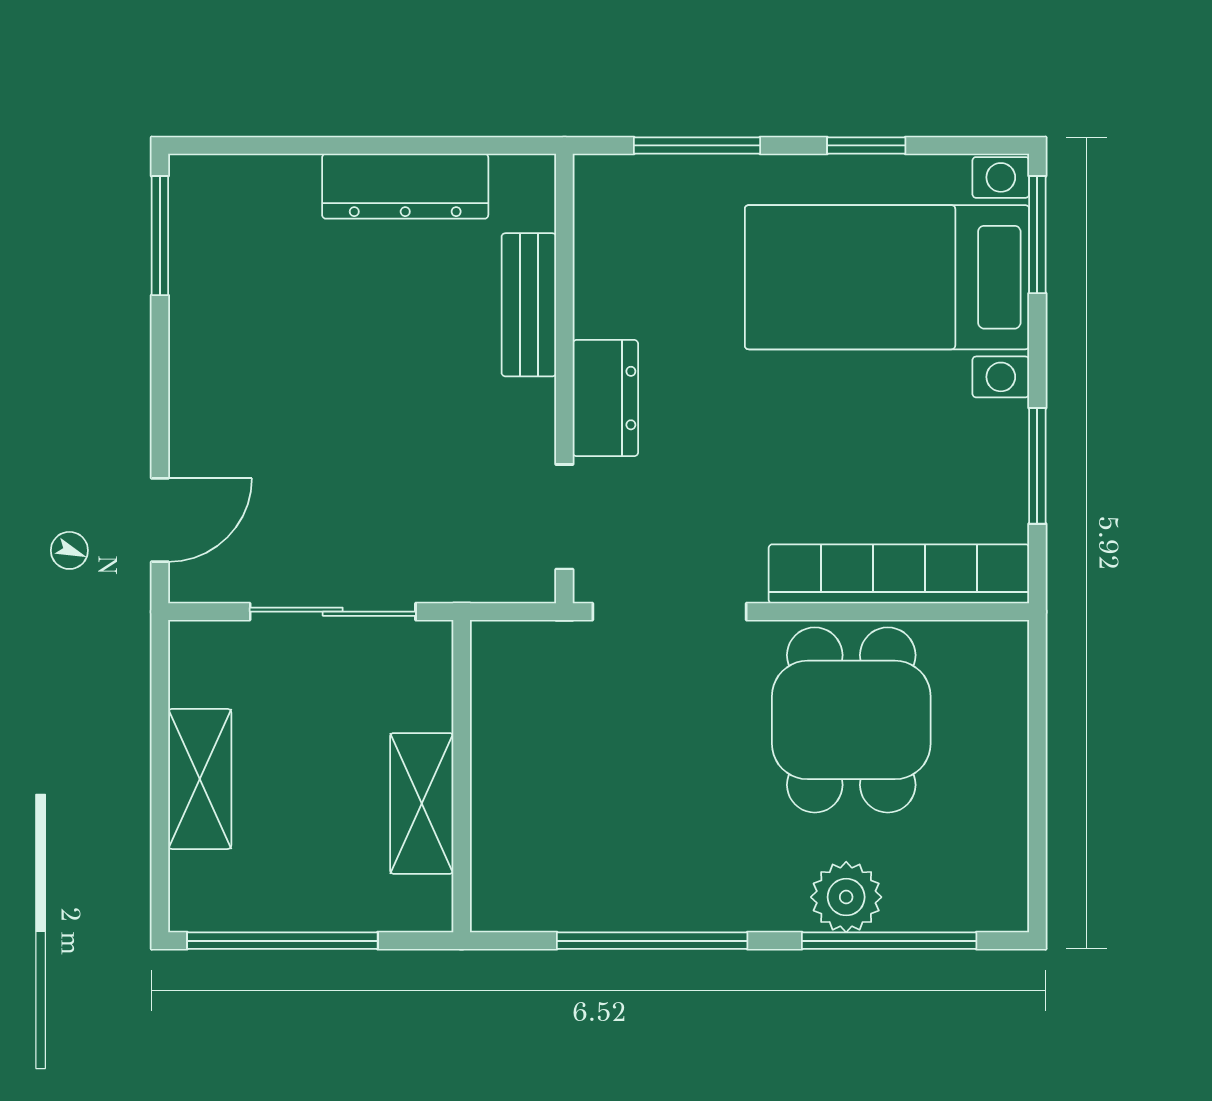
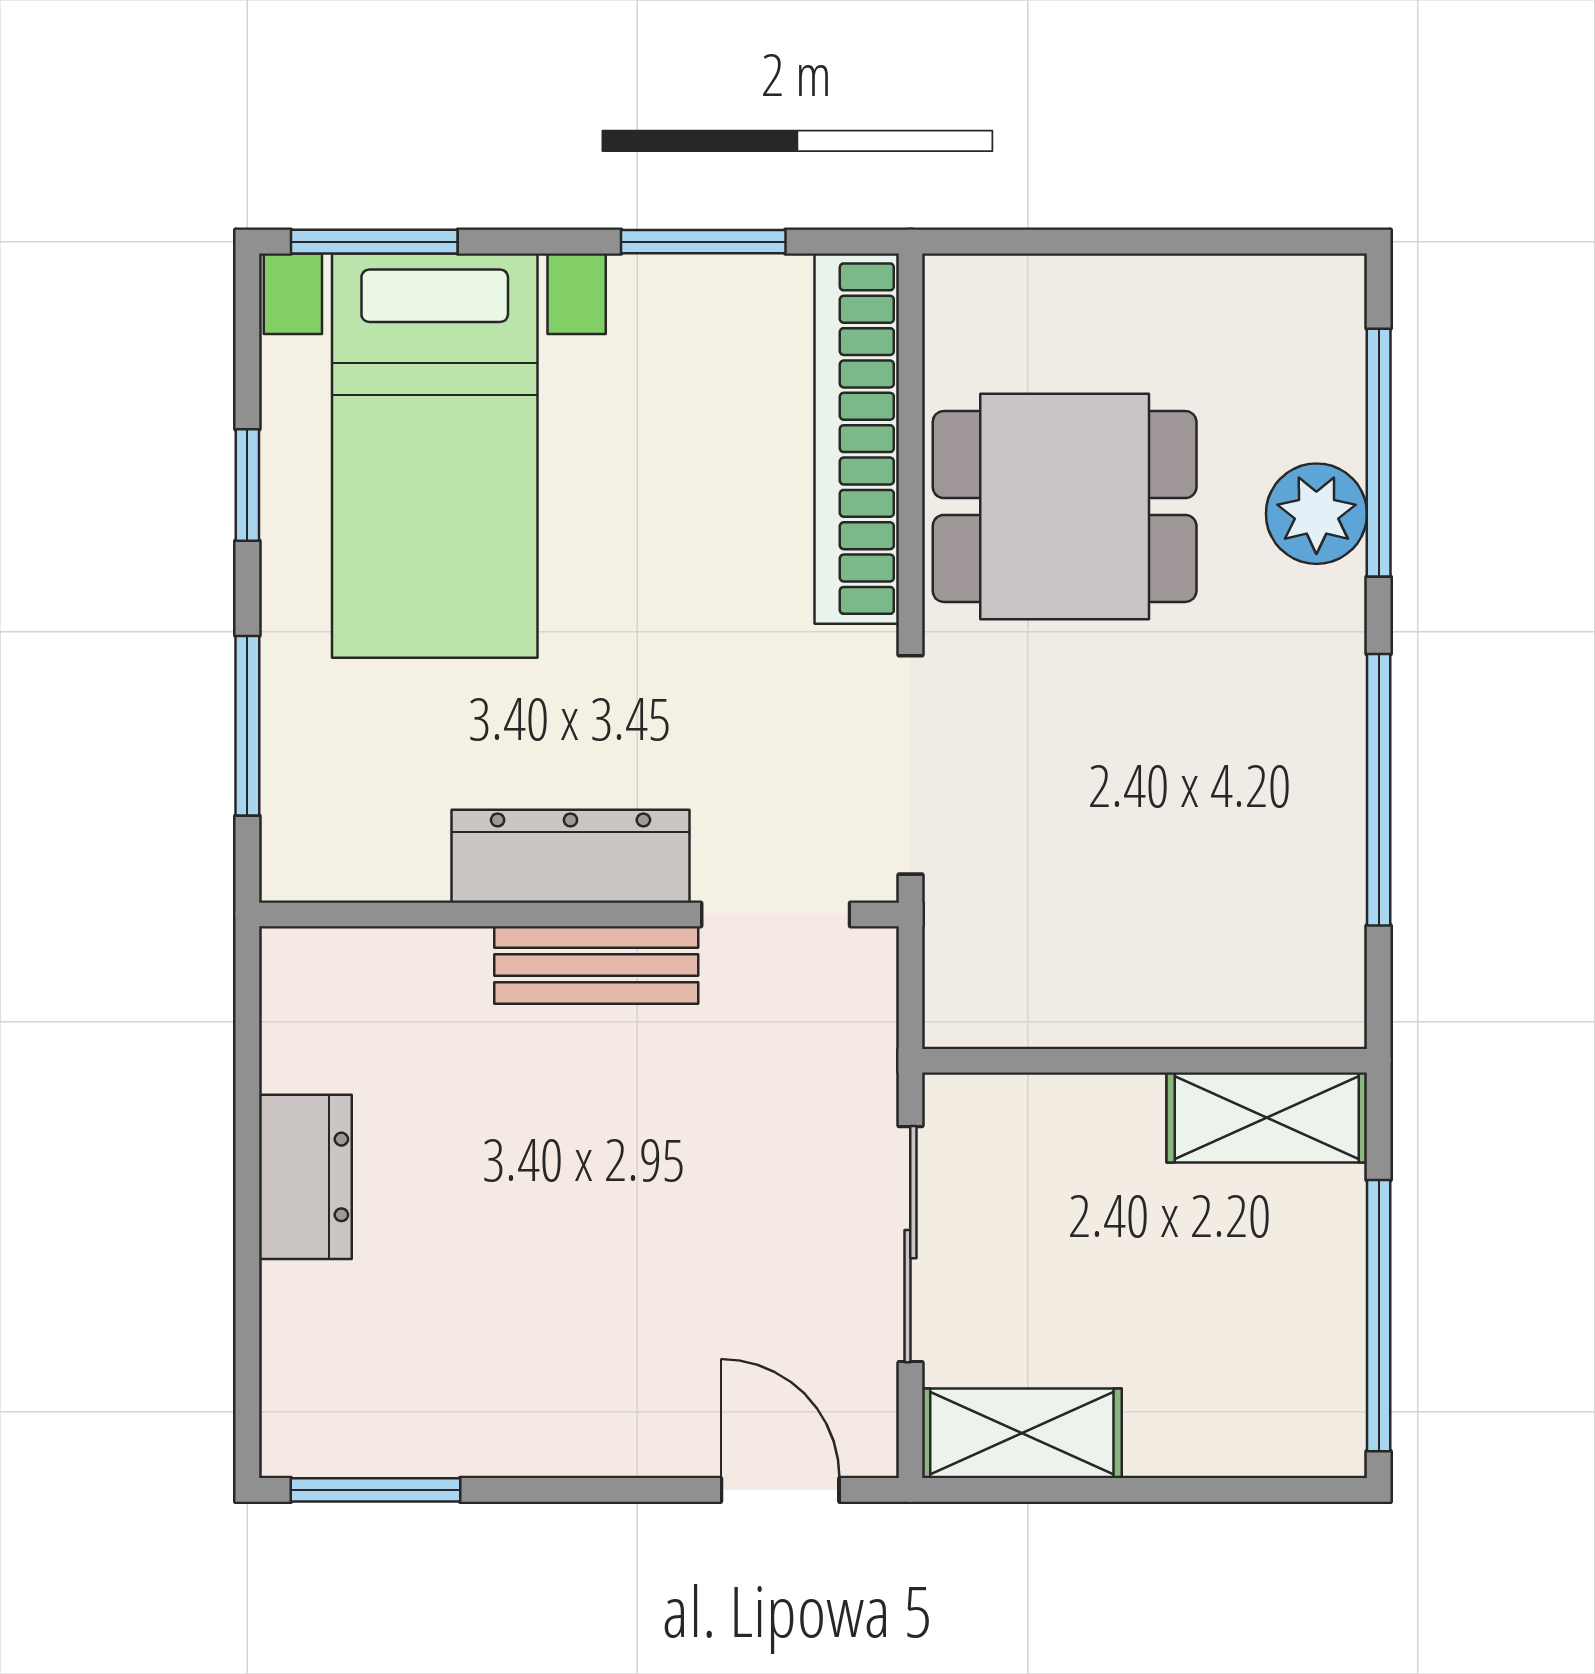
dresser: (405, 186) -> (305, 1177), width x0.70
bench: (529, 305) -> (596, 965), moved
dresser: (605, 398) -> (570, 856), width x1.44
shelving: (200, 779) -> (1022, 1433), moved
shelving: (422, 803) -> (1267, 1118), moved

